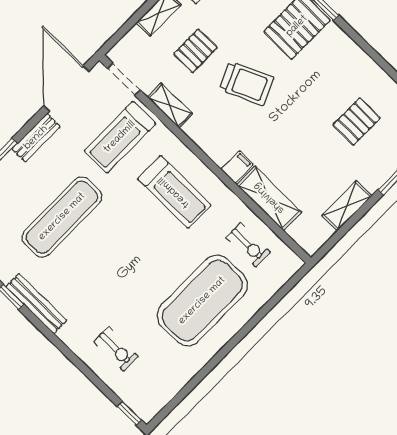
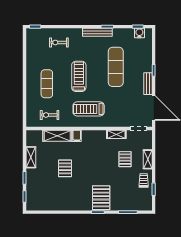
trolley: (247, 84) -> (99, 165), removed
pallet: (357, 122) -> (65, 168), moved
treadmill: (120, 137) -> (79, 76), moved
exercise mat: (202, 301) -> (47, 84), width x0.50, depth x0.69

